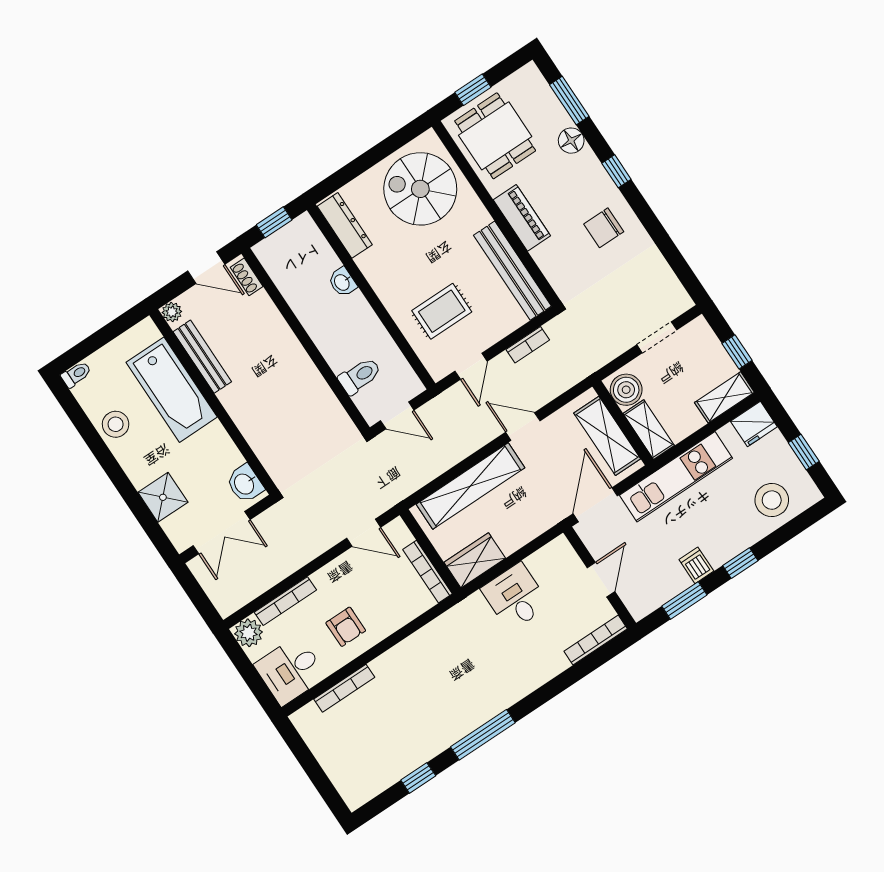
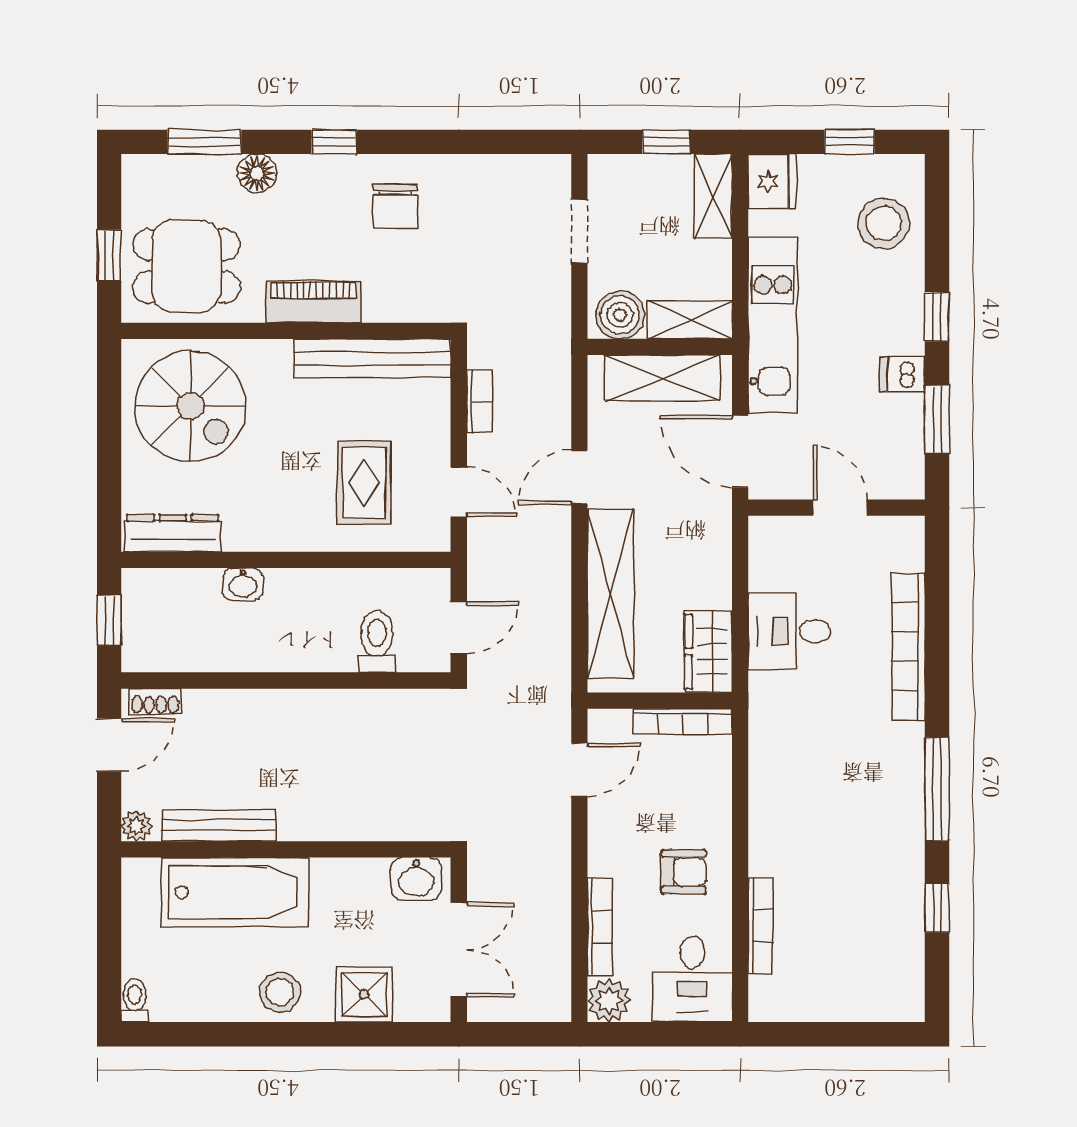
spiral stairs: (420, 189) -> (190, 406), turned -90
stool: (116, 424) -> (280, 992), moved
bookcase: (596, 640) -> (908, 647), moved, width x1.48, depth x1.31

